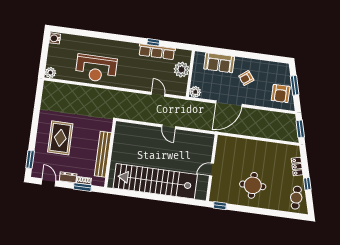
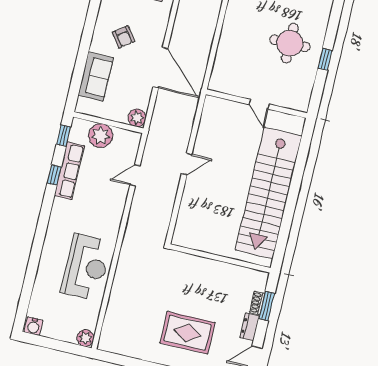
window: (179, 46) -> (64, 136), added
bench: (103, 154) -> (219, 270), removed
window: (220, 206) -> (325, 59), moved

